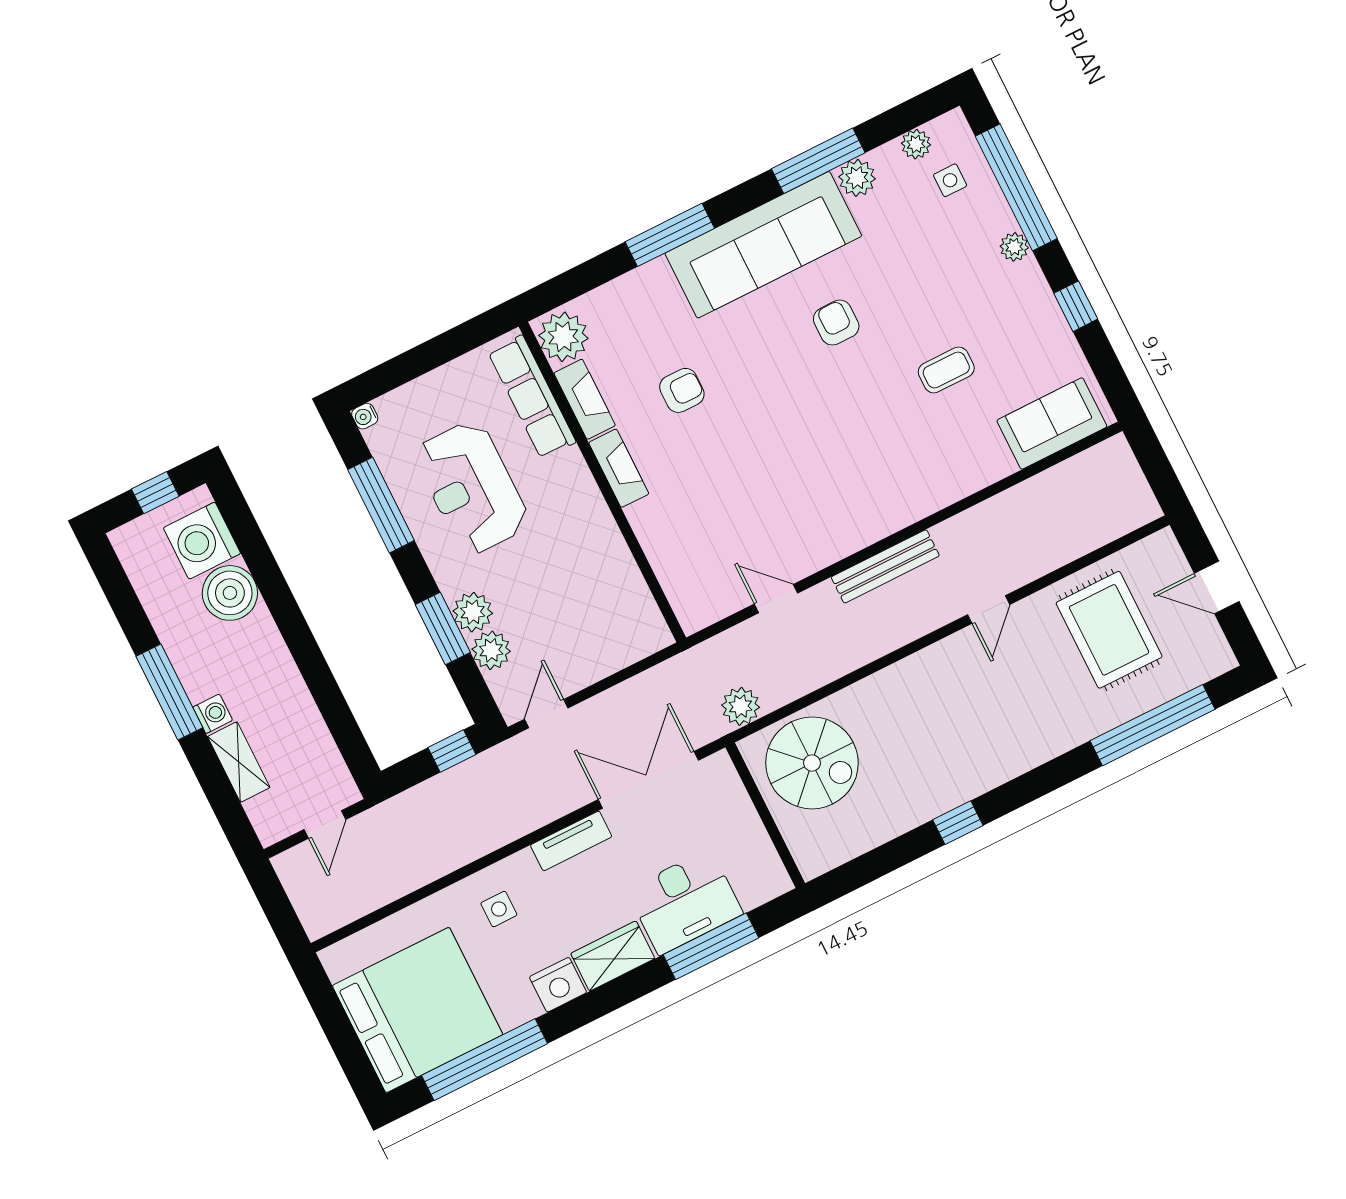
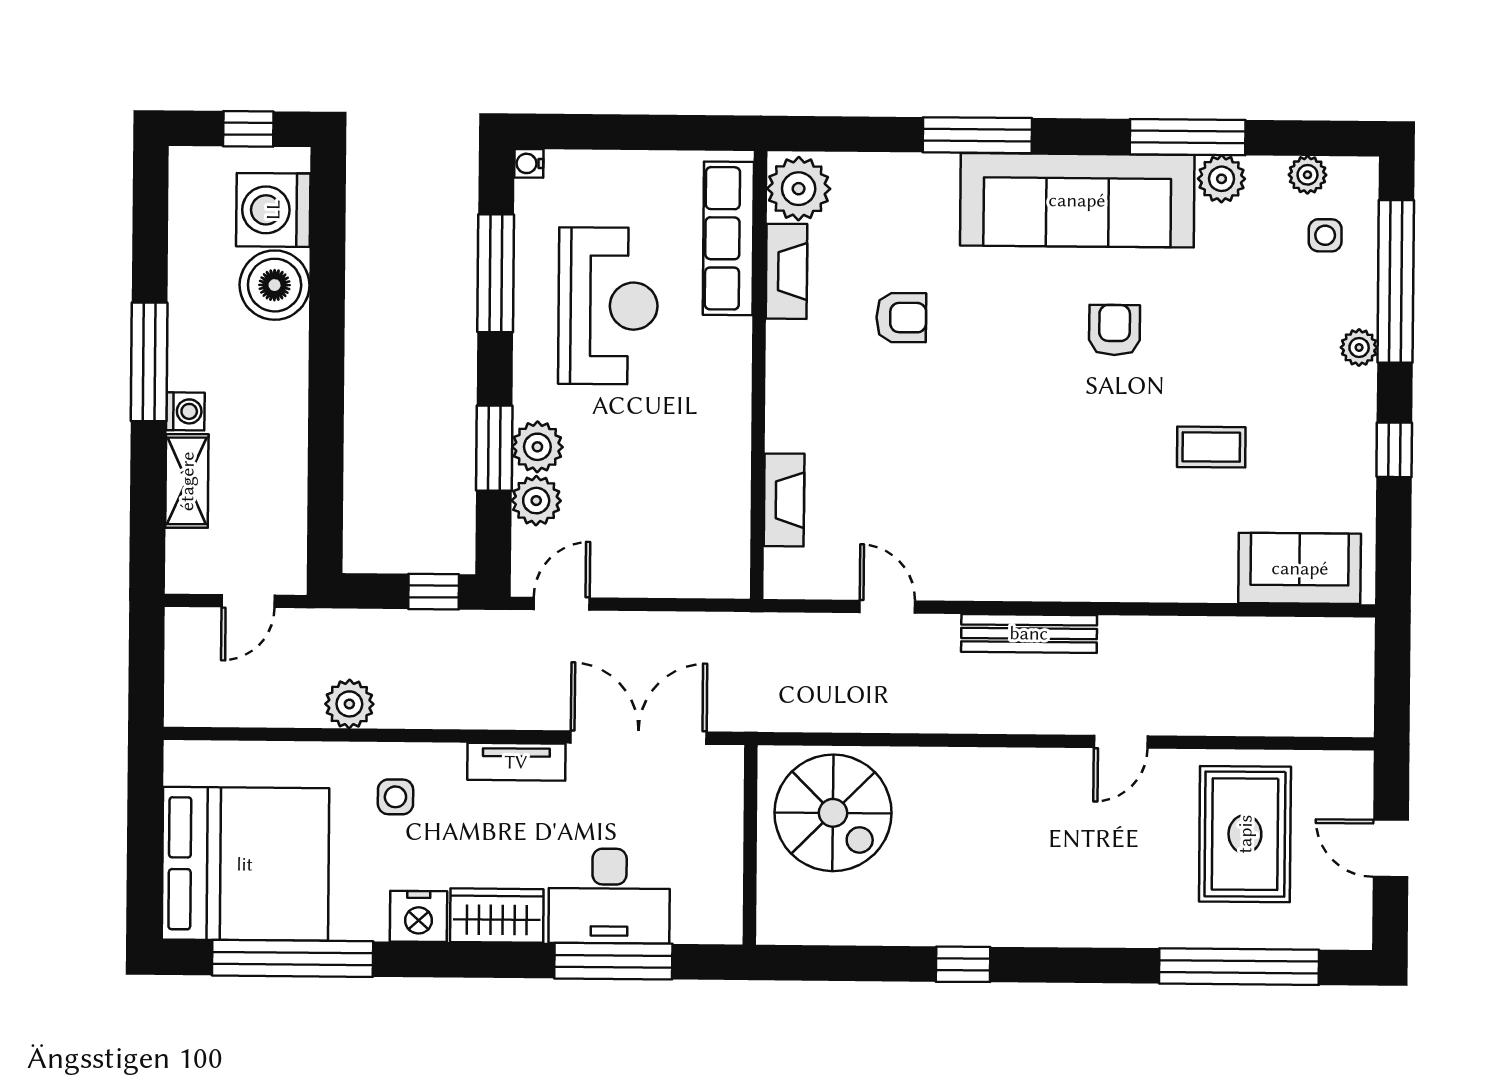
fireplace: (619, 468) -> (784, 500), moved
reception desk: (472, 488) -> (608, 306), turned 180
plant: (741, 706) -> (349, 704), moved

